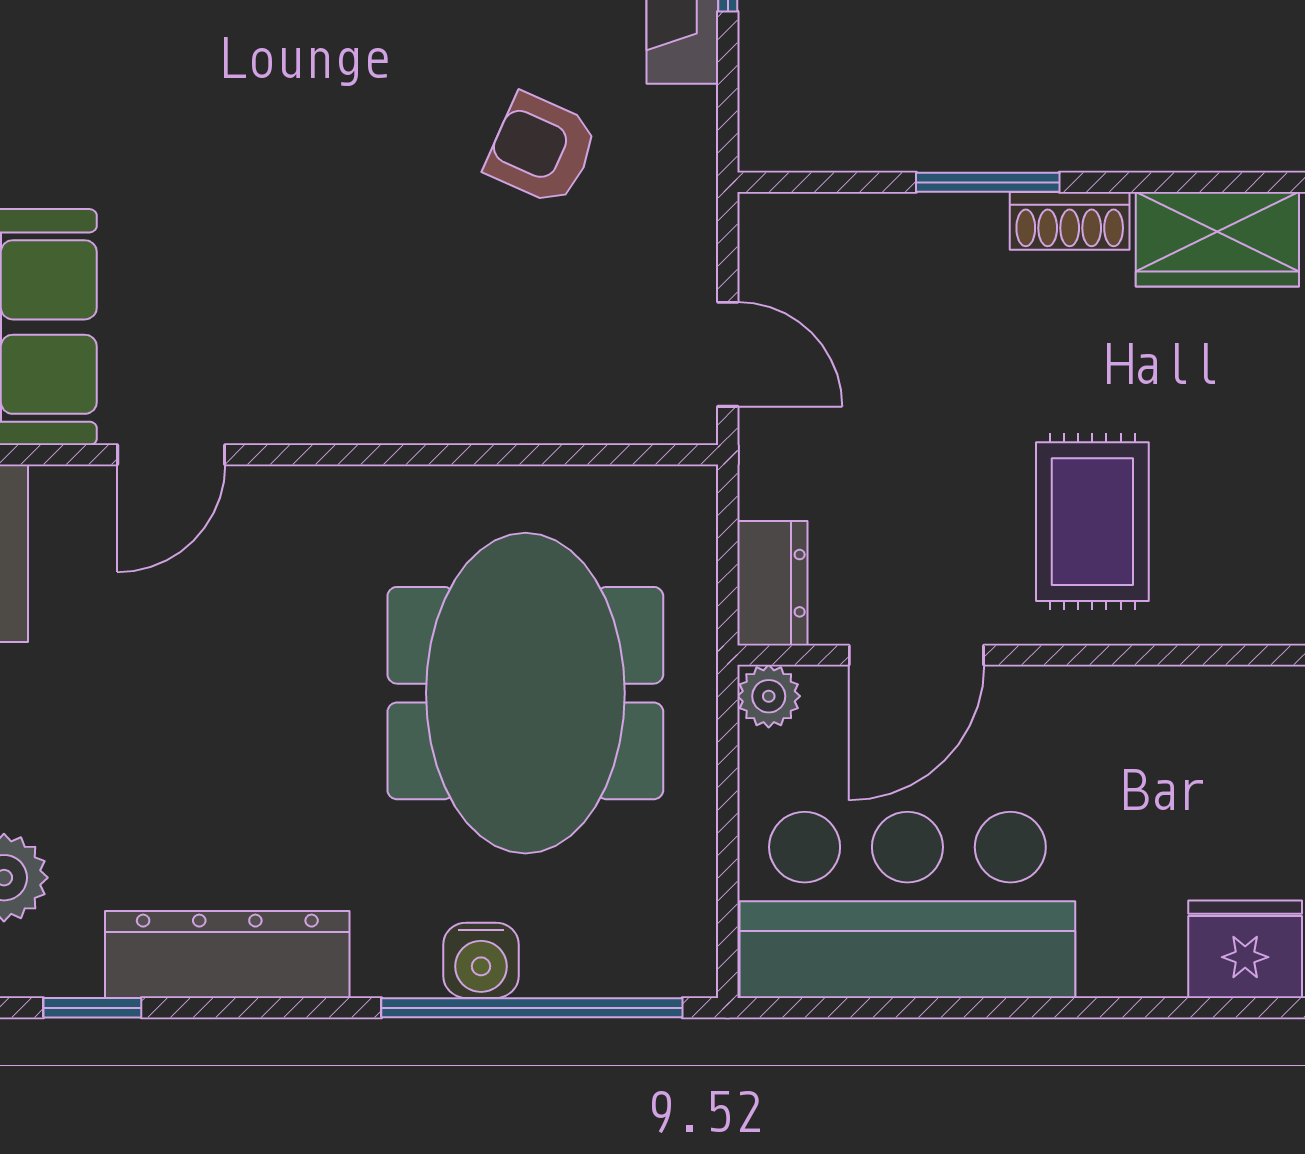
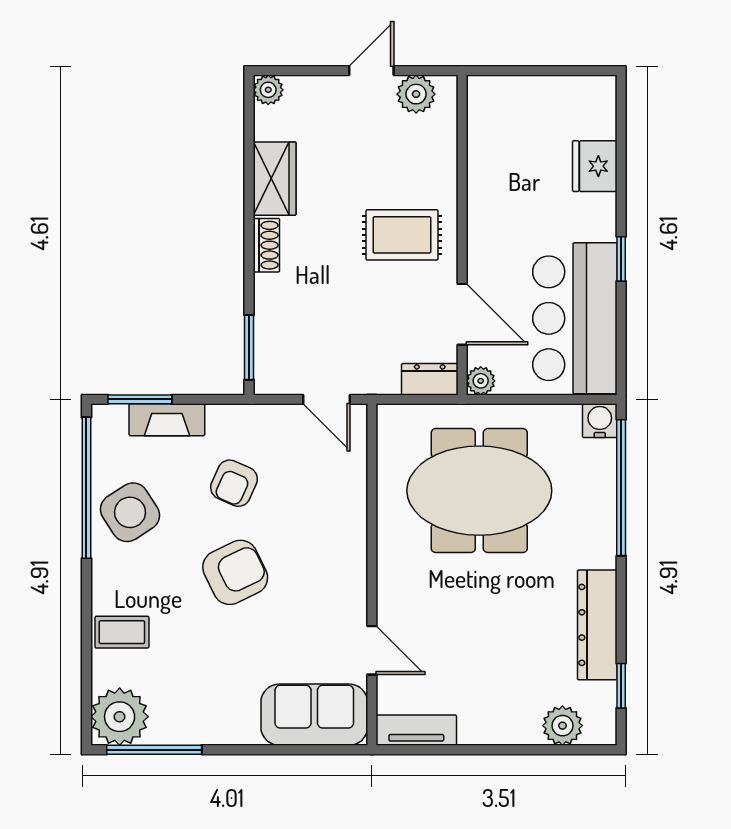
armchair: (344, 152) -> (235, 572), added
window: (988, 182) -> (249, 347), moved
door: (728, 354) -> (326, 399), swing flipped
water cooler: (481, 960) -> (600, 421), moved, turned -90
window: (1040, 1008) -> (621, 259), added

